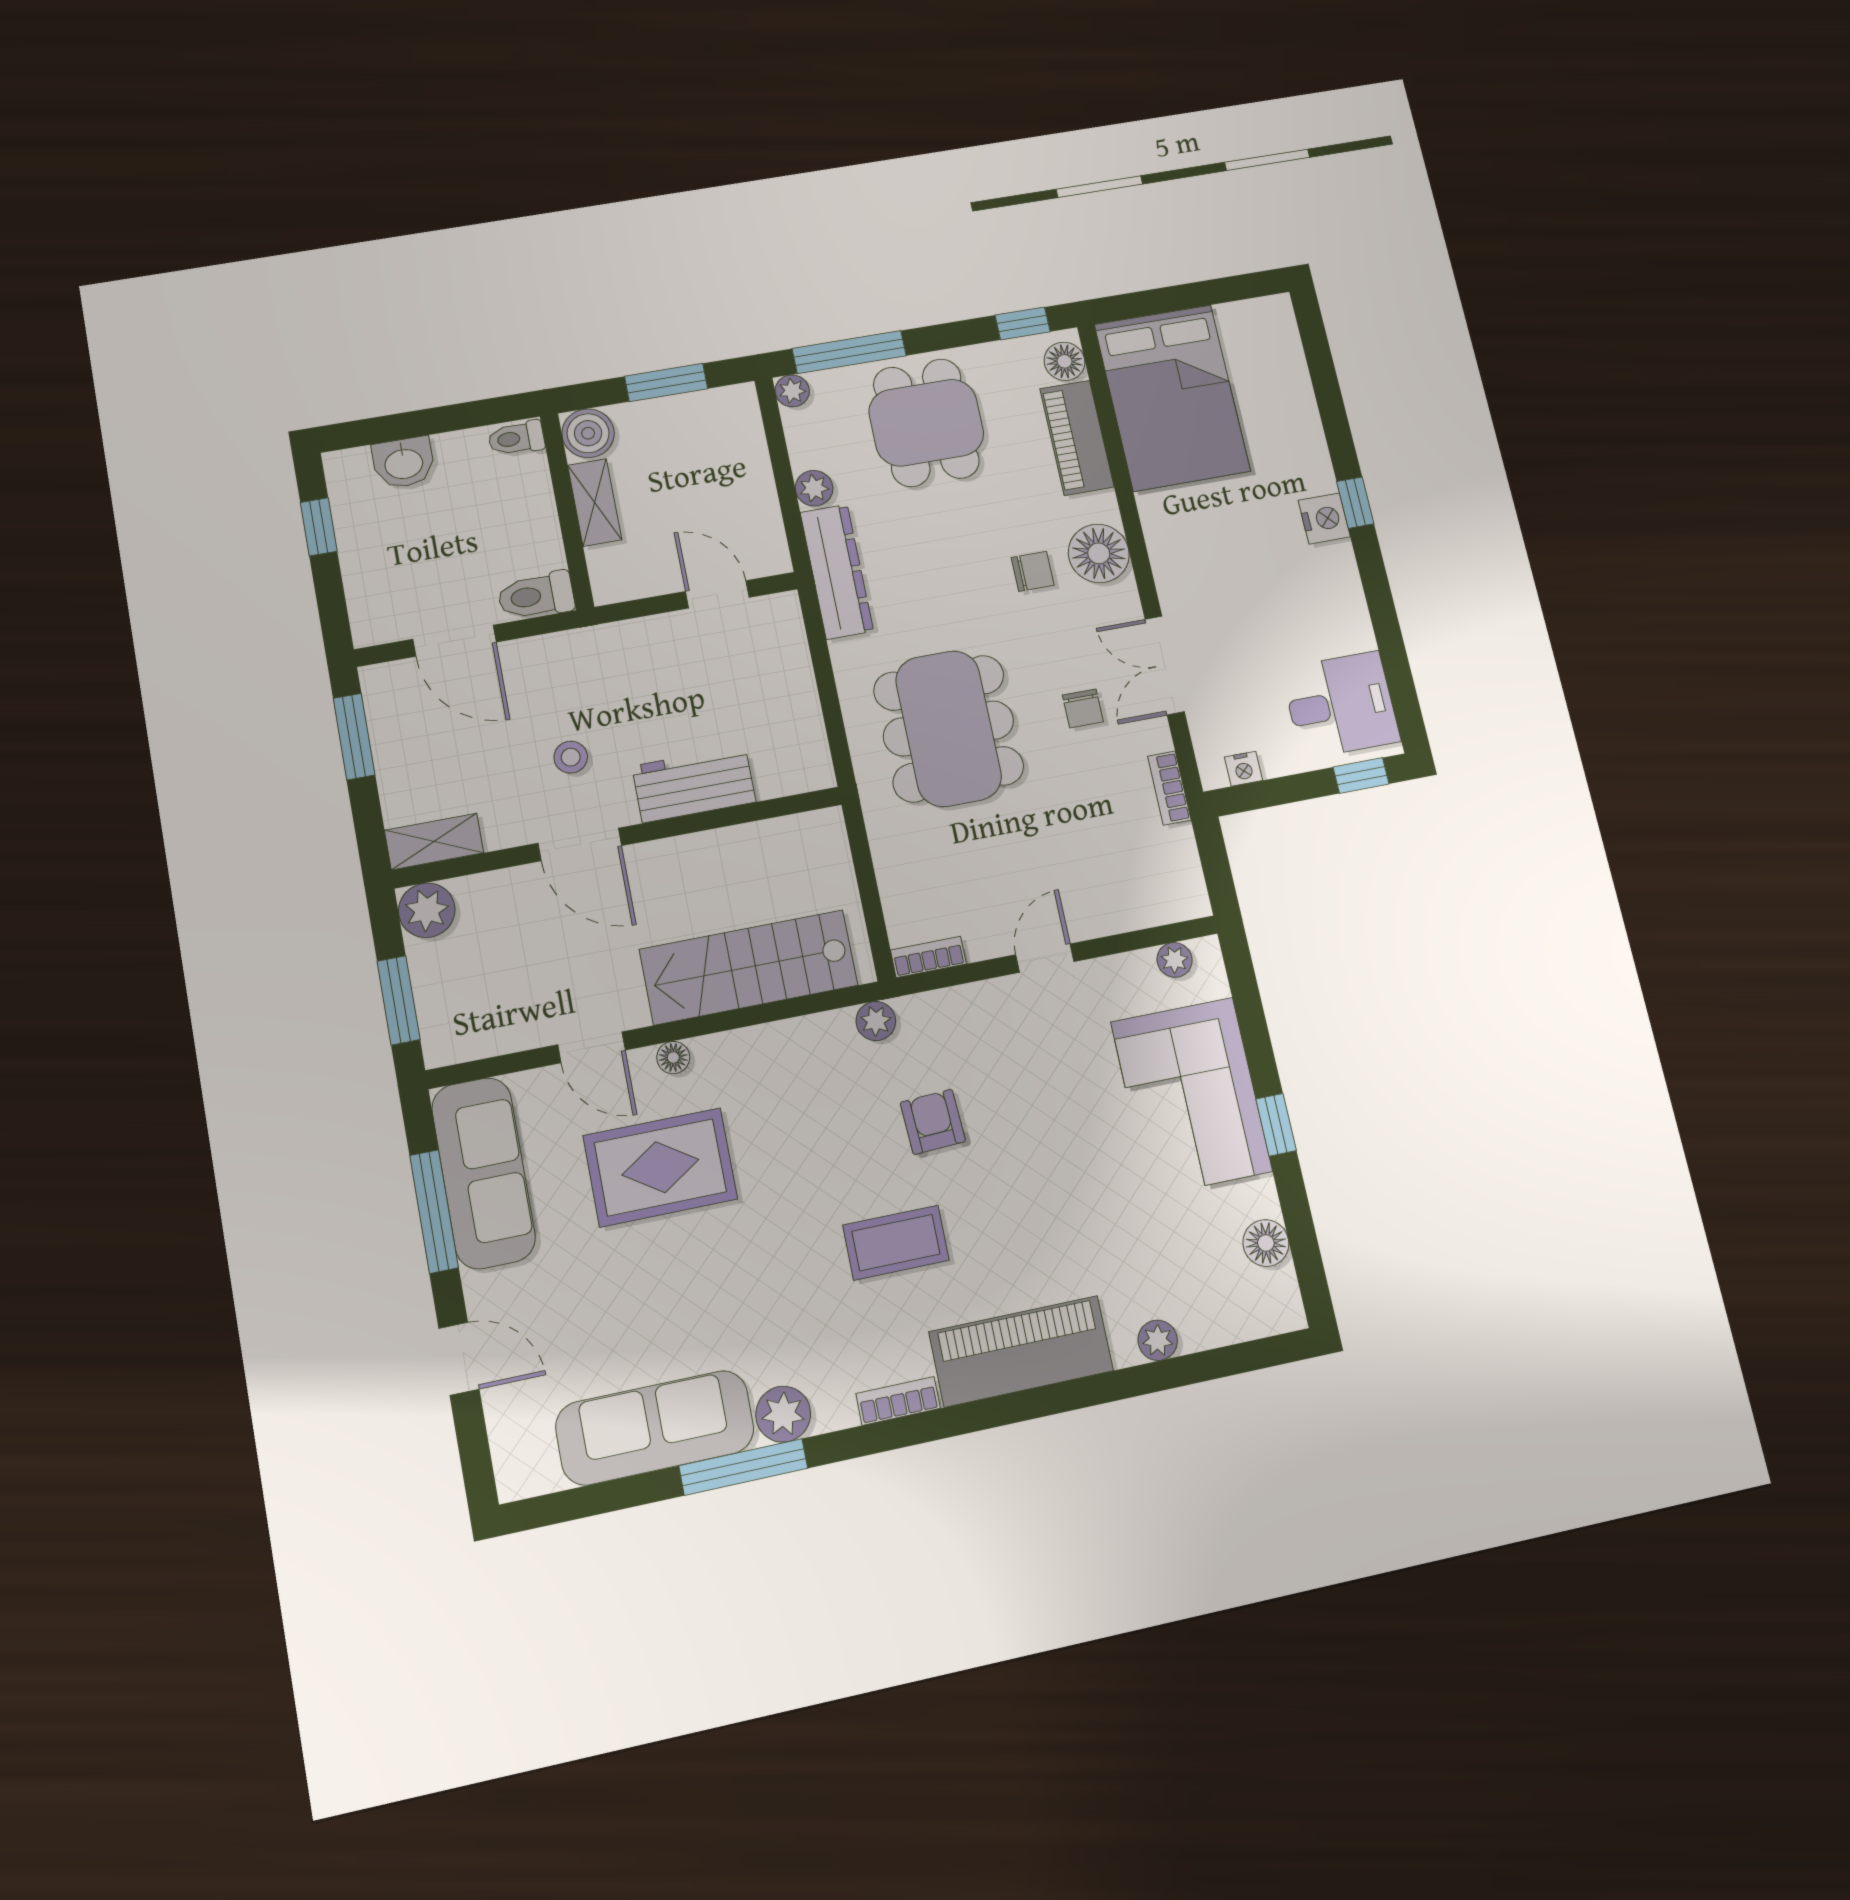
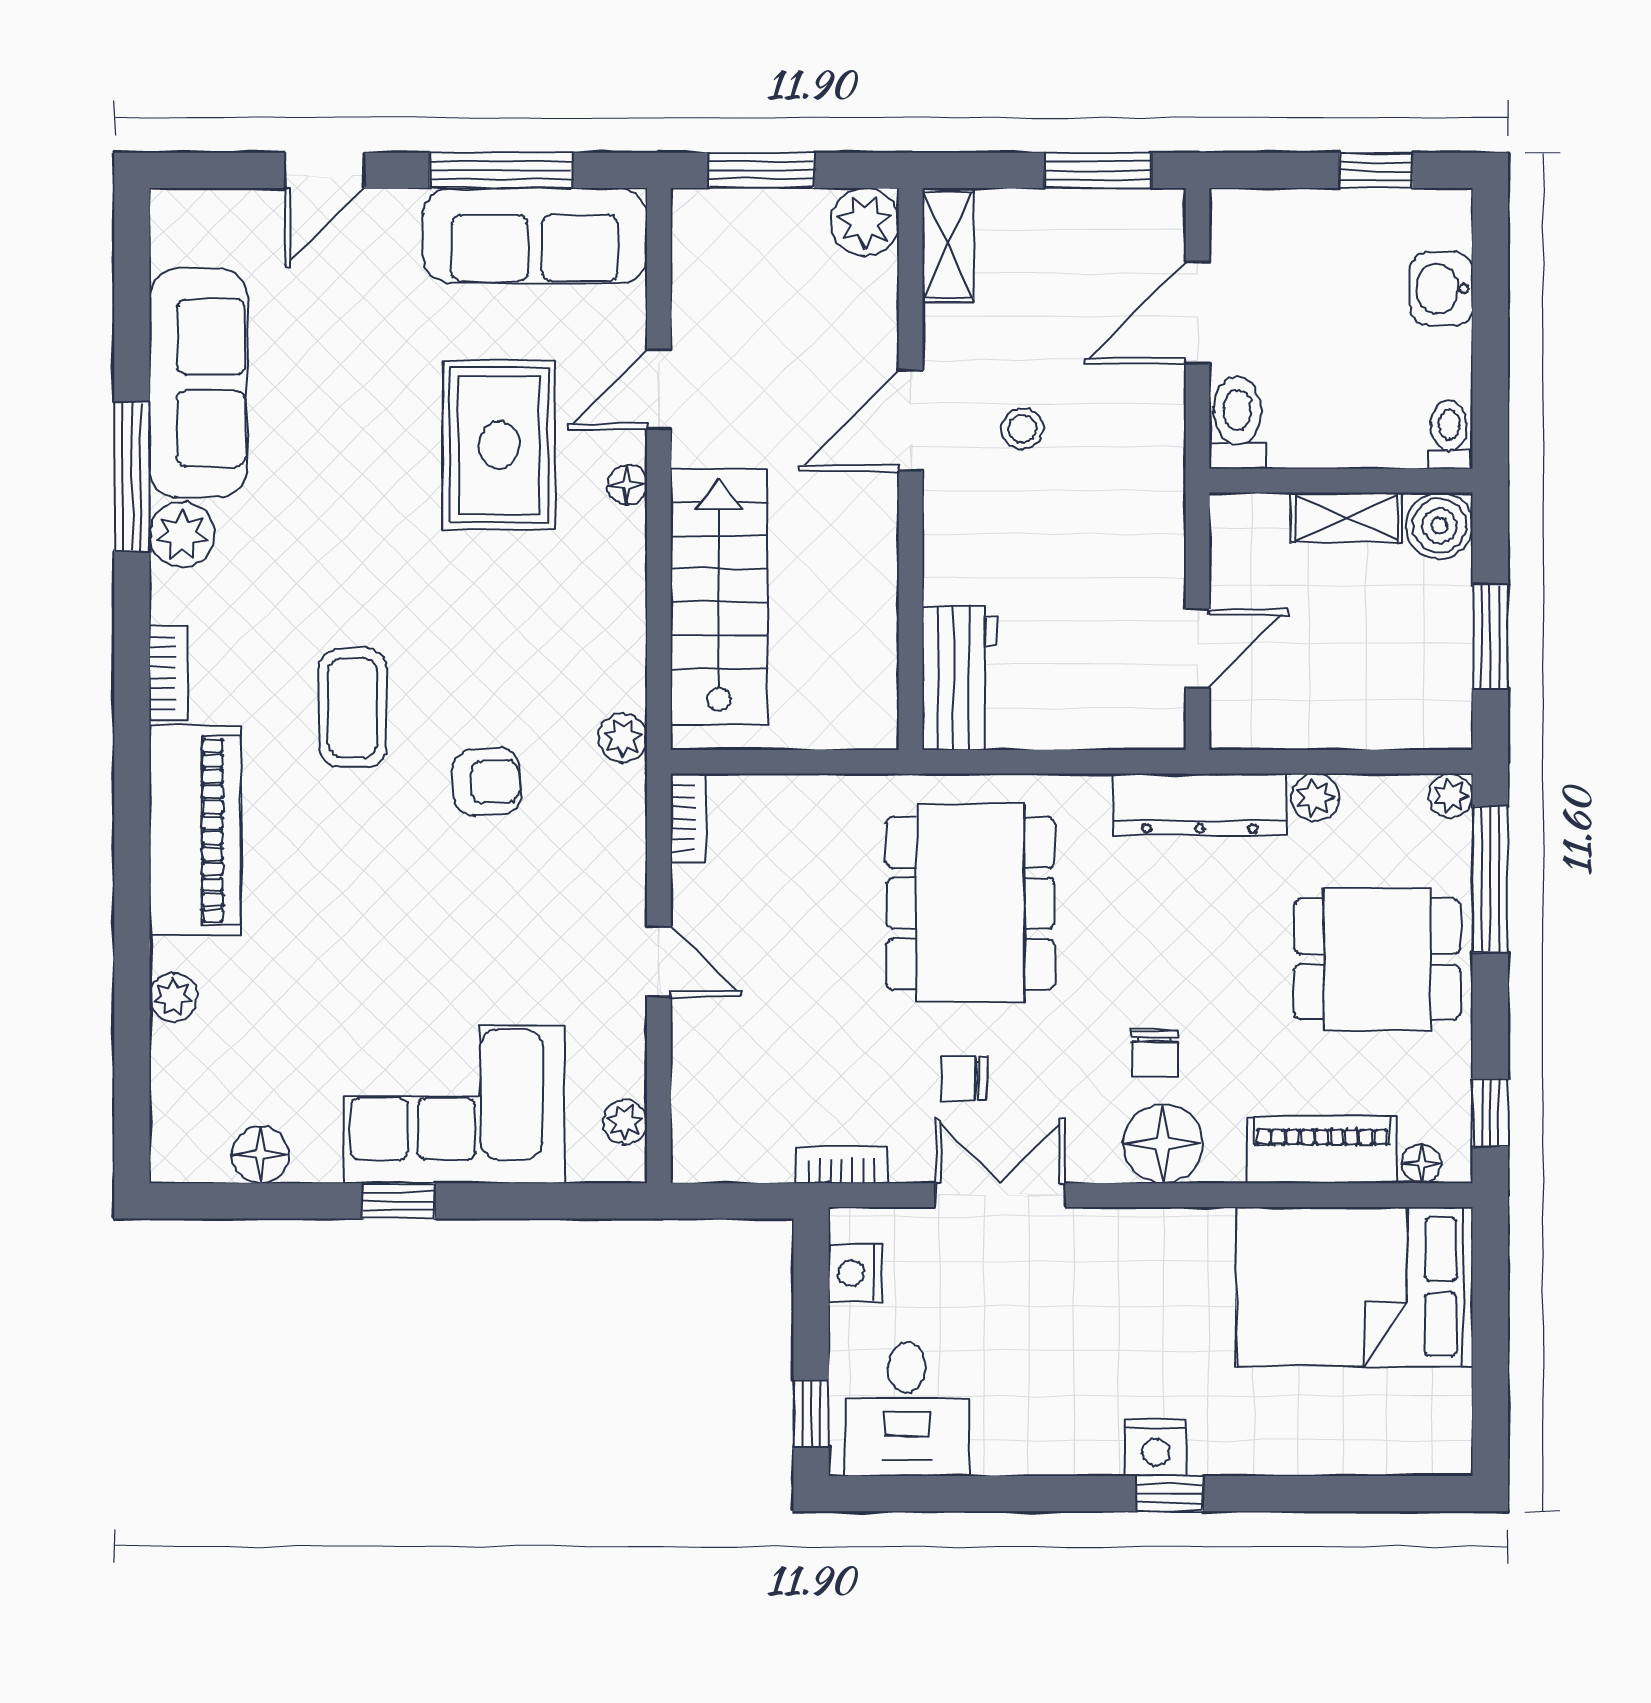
floor lamp: (1064, 361) -> (1421, 1164), width x0.73, depth x0.73
dining table: (949, 728) -> (970, 903), turned 90
nightstand: (1243, 769) -> (855, 1273), width x1.39, depth x1.35
workbench: (694, 784) -> (960, 678), moved

